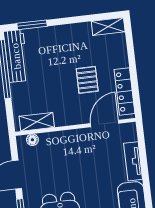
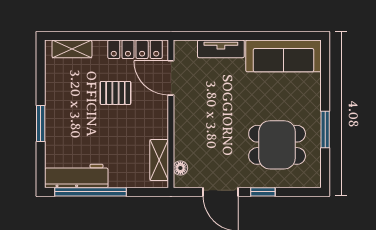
window: (32, 25) -> (41, 123), moved
shelving: (108, 26) -> (72, 49), moved, turned 90

